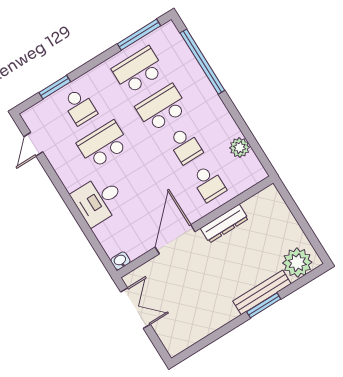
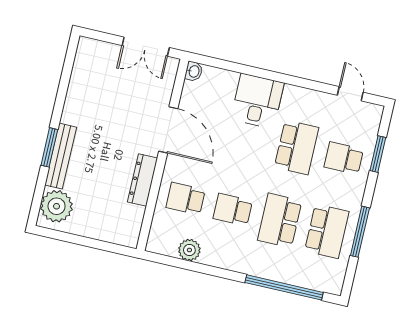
window: (139, 35) -> (360, 232), moved
school desk: (162, 108) -> (280, 220), turned 180

